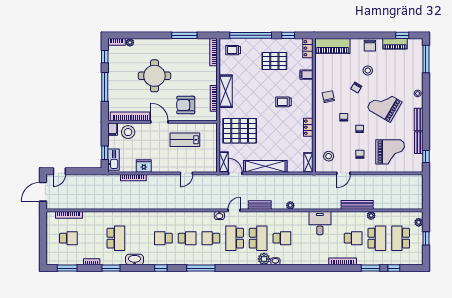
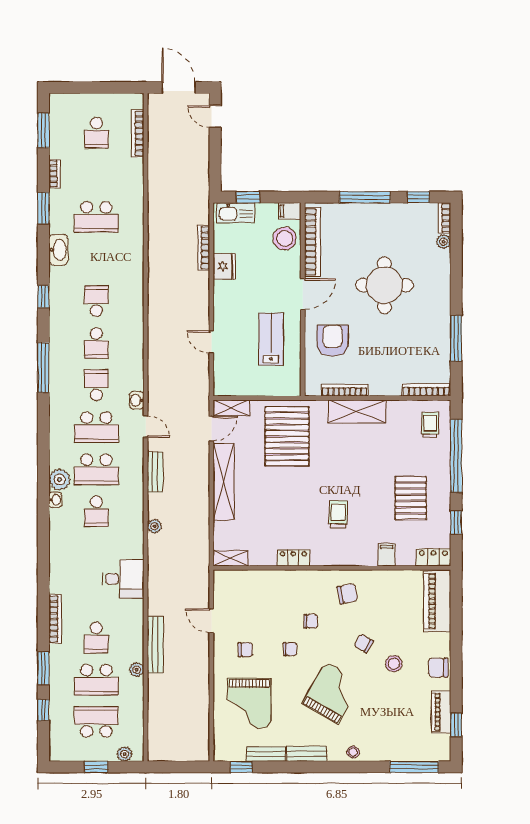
stool: (329, 156) -> (242, 594), removed
school desk: (235, 238) -> (96, 427), turned 180

